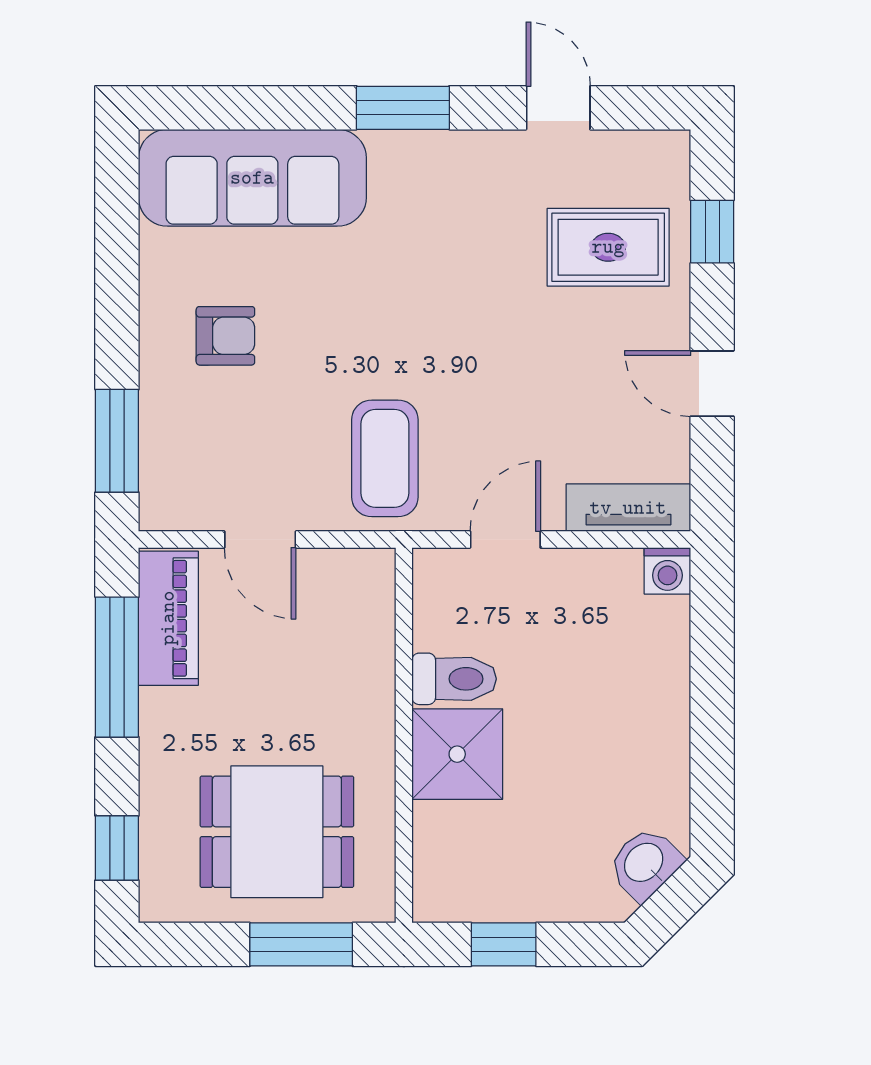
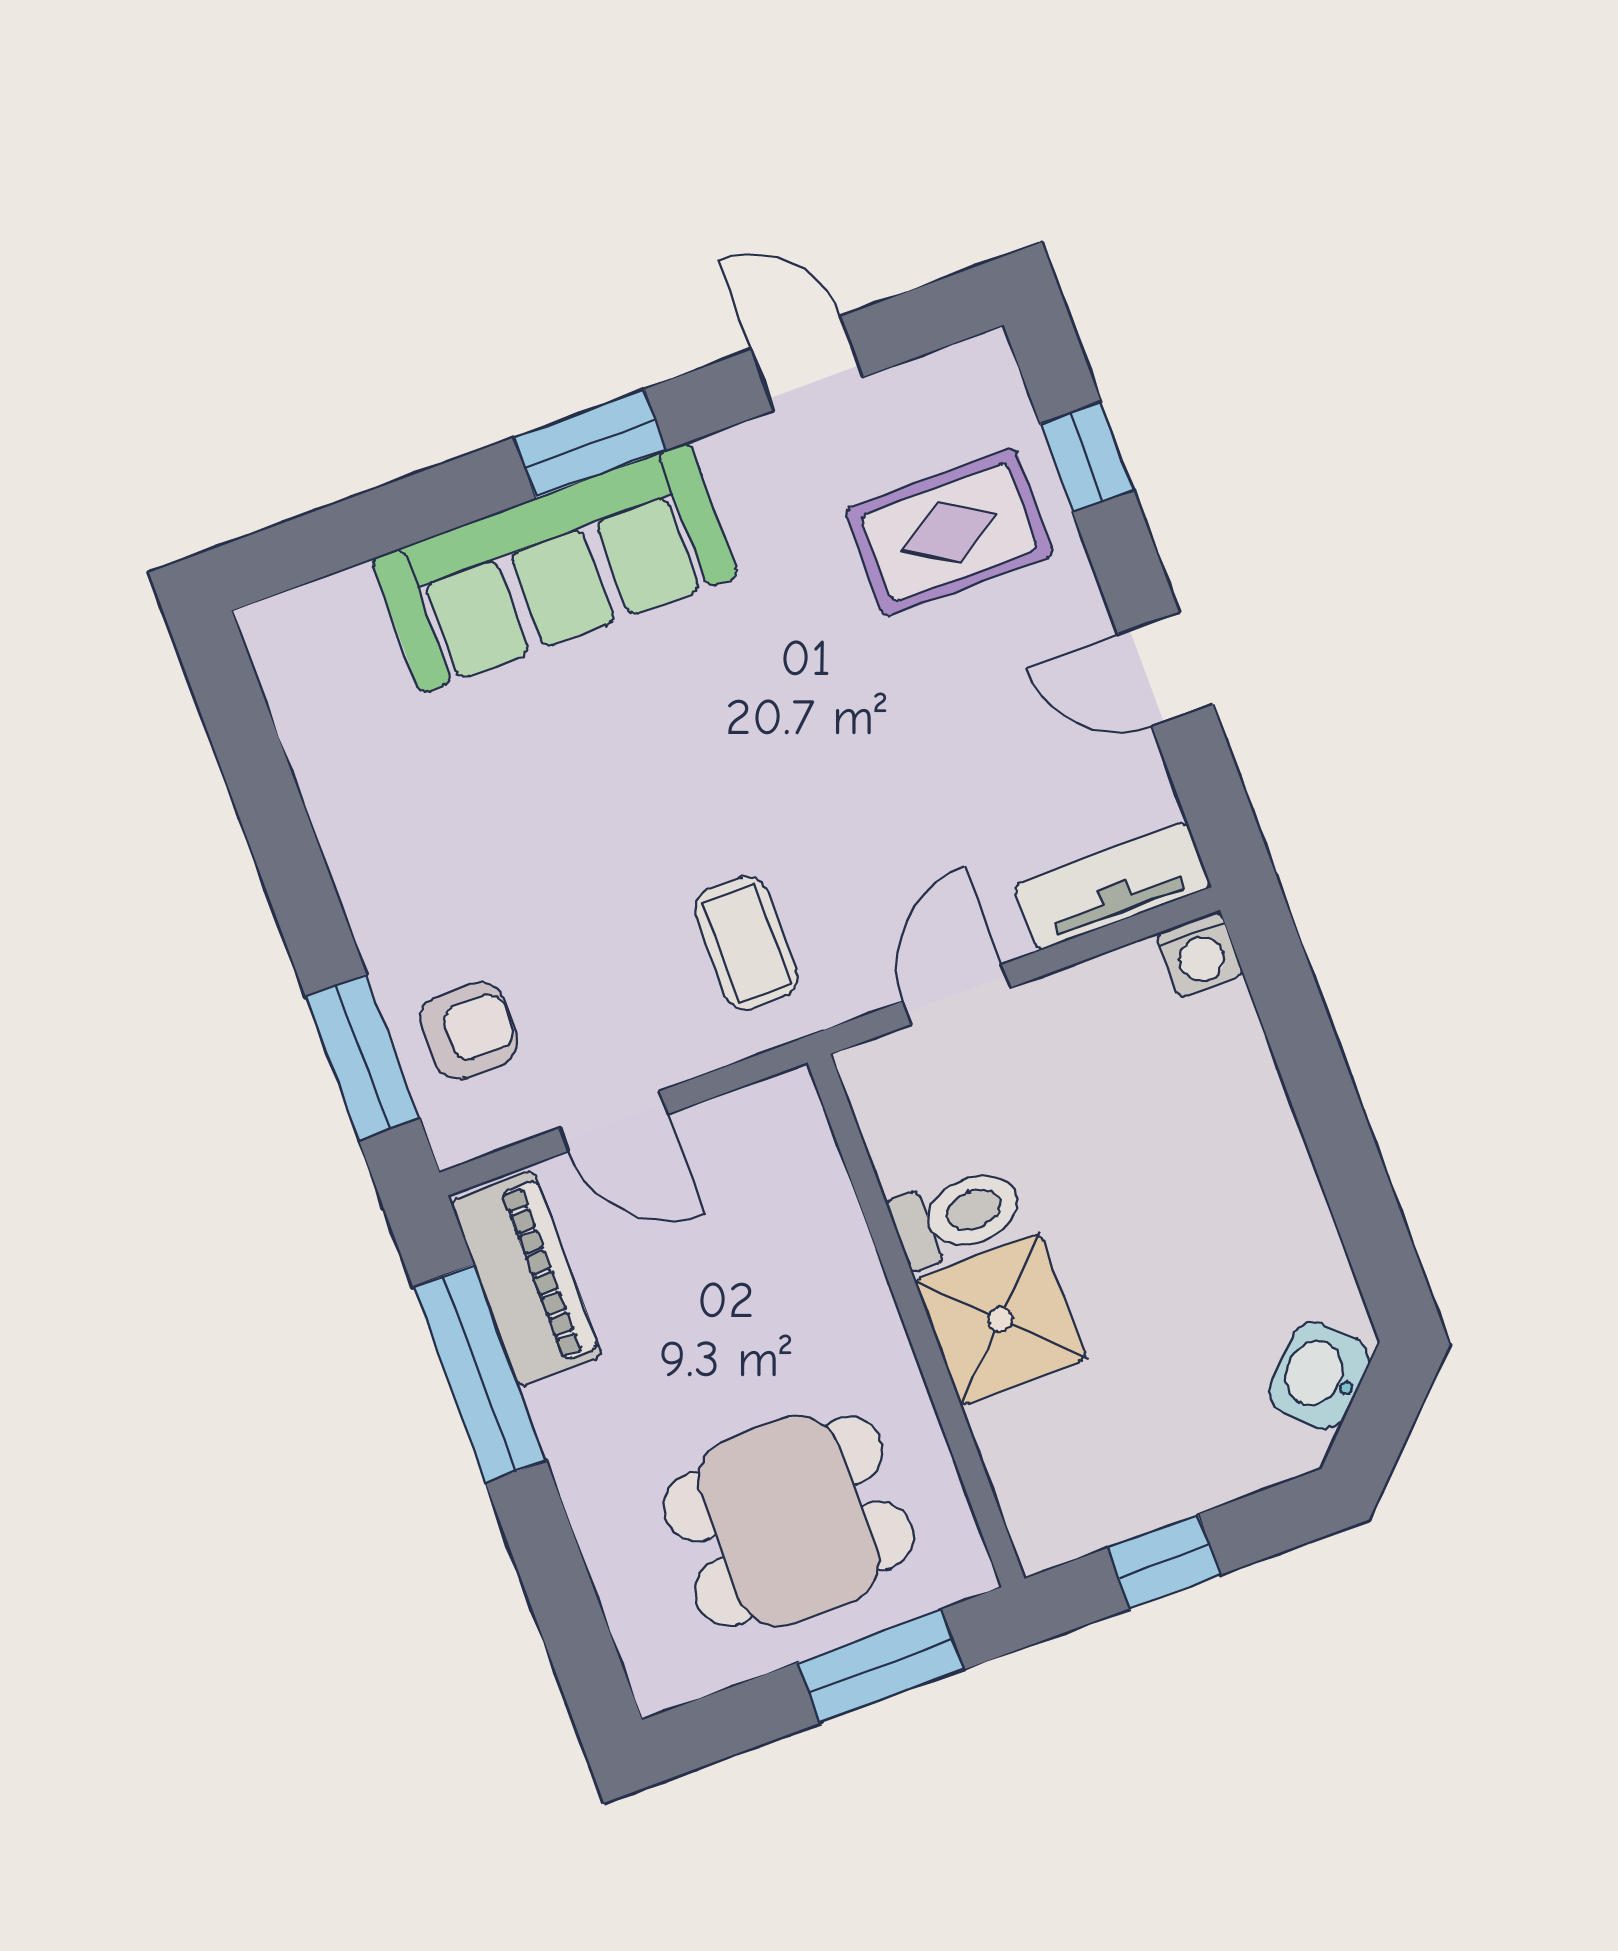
sofa: (252, 178) -> (555, 568), moved
armchair: (225, 336) -> (469, 1031), moved
coffee table: (385, 458) -> (746, 943), width x0.73, depth x0.77
window: (117, 848) -> (573, 1627), removed

